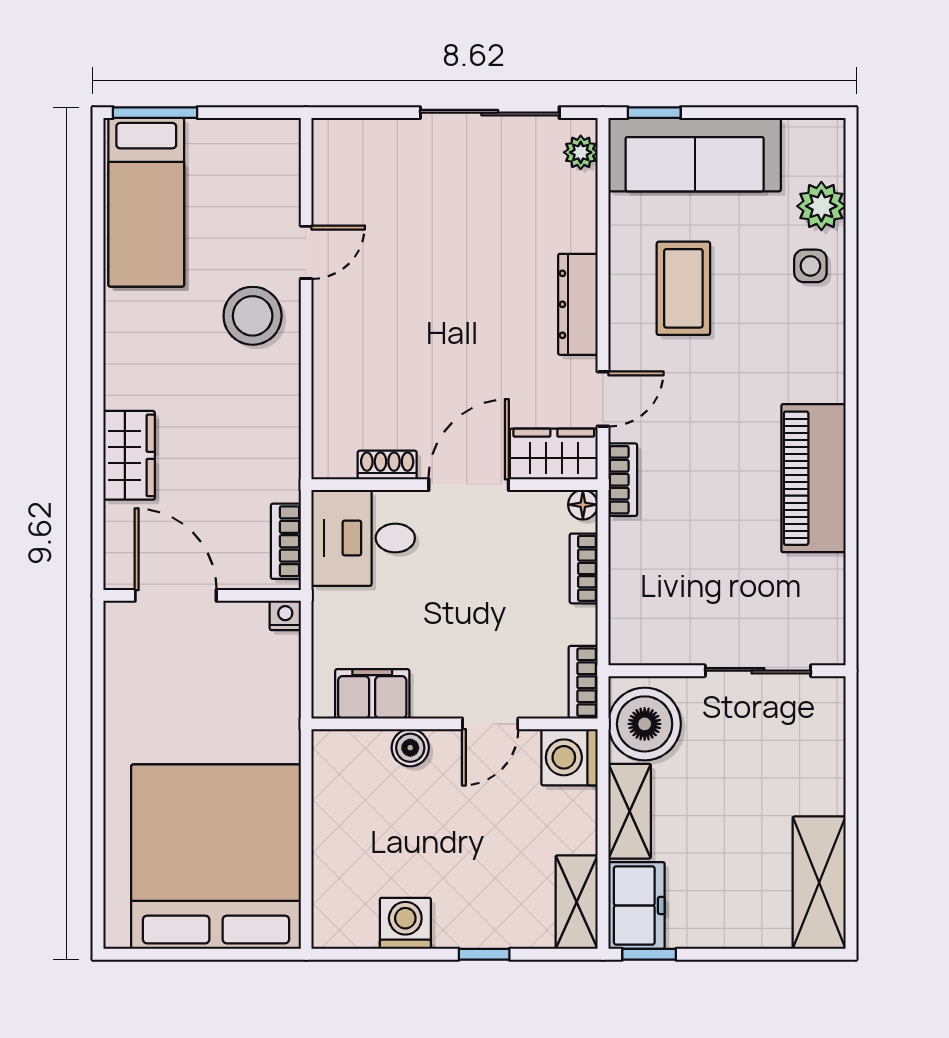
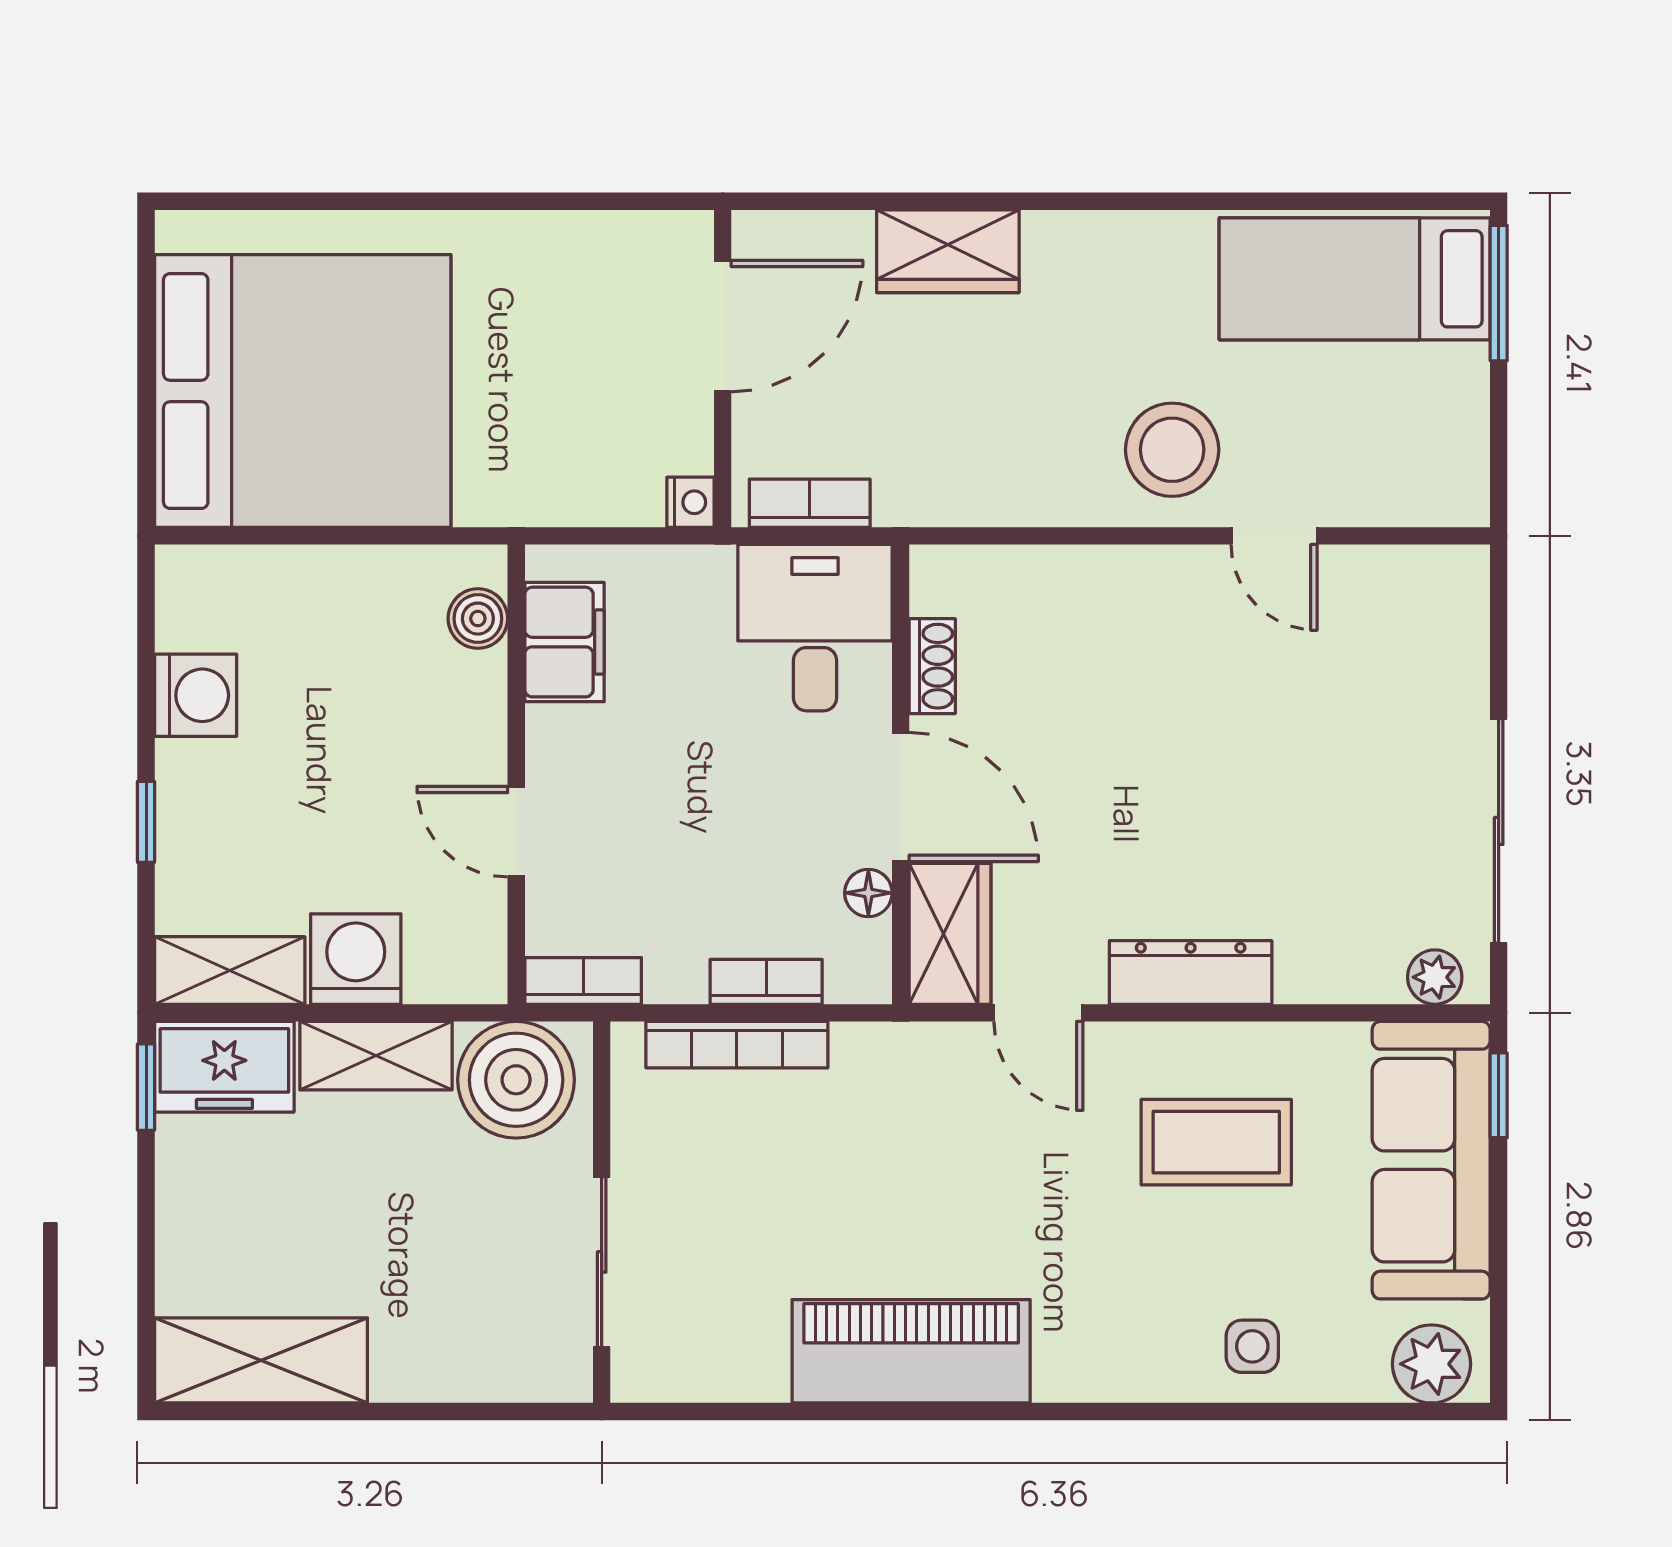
plant: (821, 206) -> (1432, 1364), moved
bookcase: (623, 480) -> (737, 1045), moved, width x1.56
floor lamp: (583, 505) -> (868, 893), moved
boiler: (410, 748) -> (478, 619), moved
washing machine: (569, 757) -> (356, 959), moved

